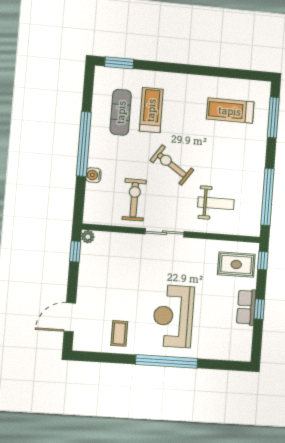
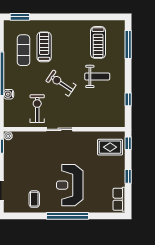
treadmill: (230, 111) -> (98, 42), turned -90
window: (267, 197) -> (128, 99), width x0.32
weight bench: (216, 203) -> (97, 76), moved
row of seats: (246, 307) -> (119, 199), moved

